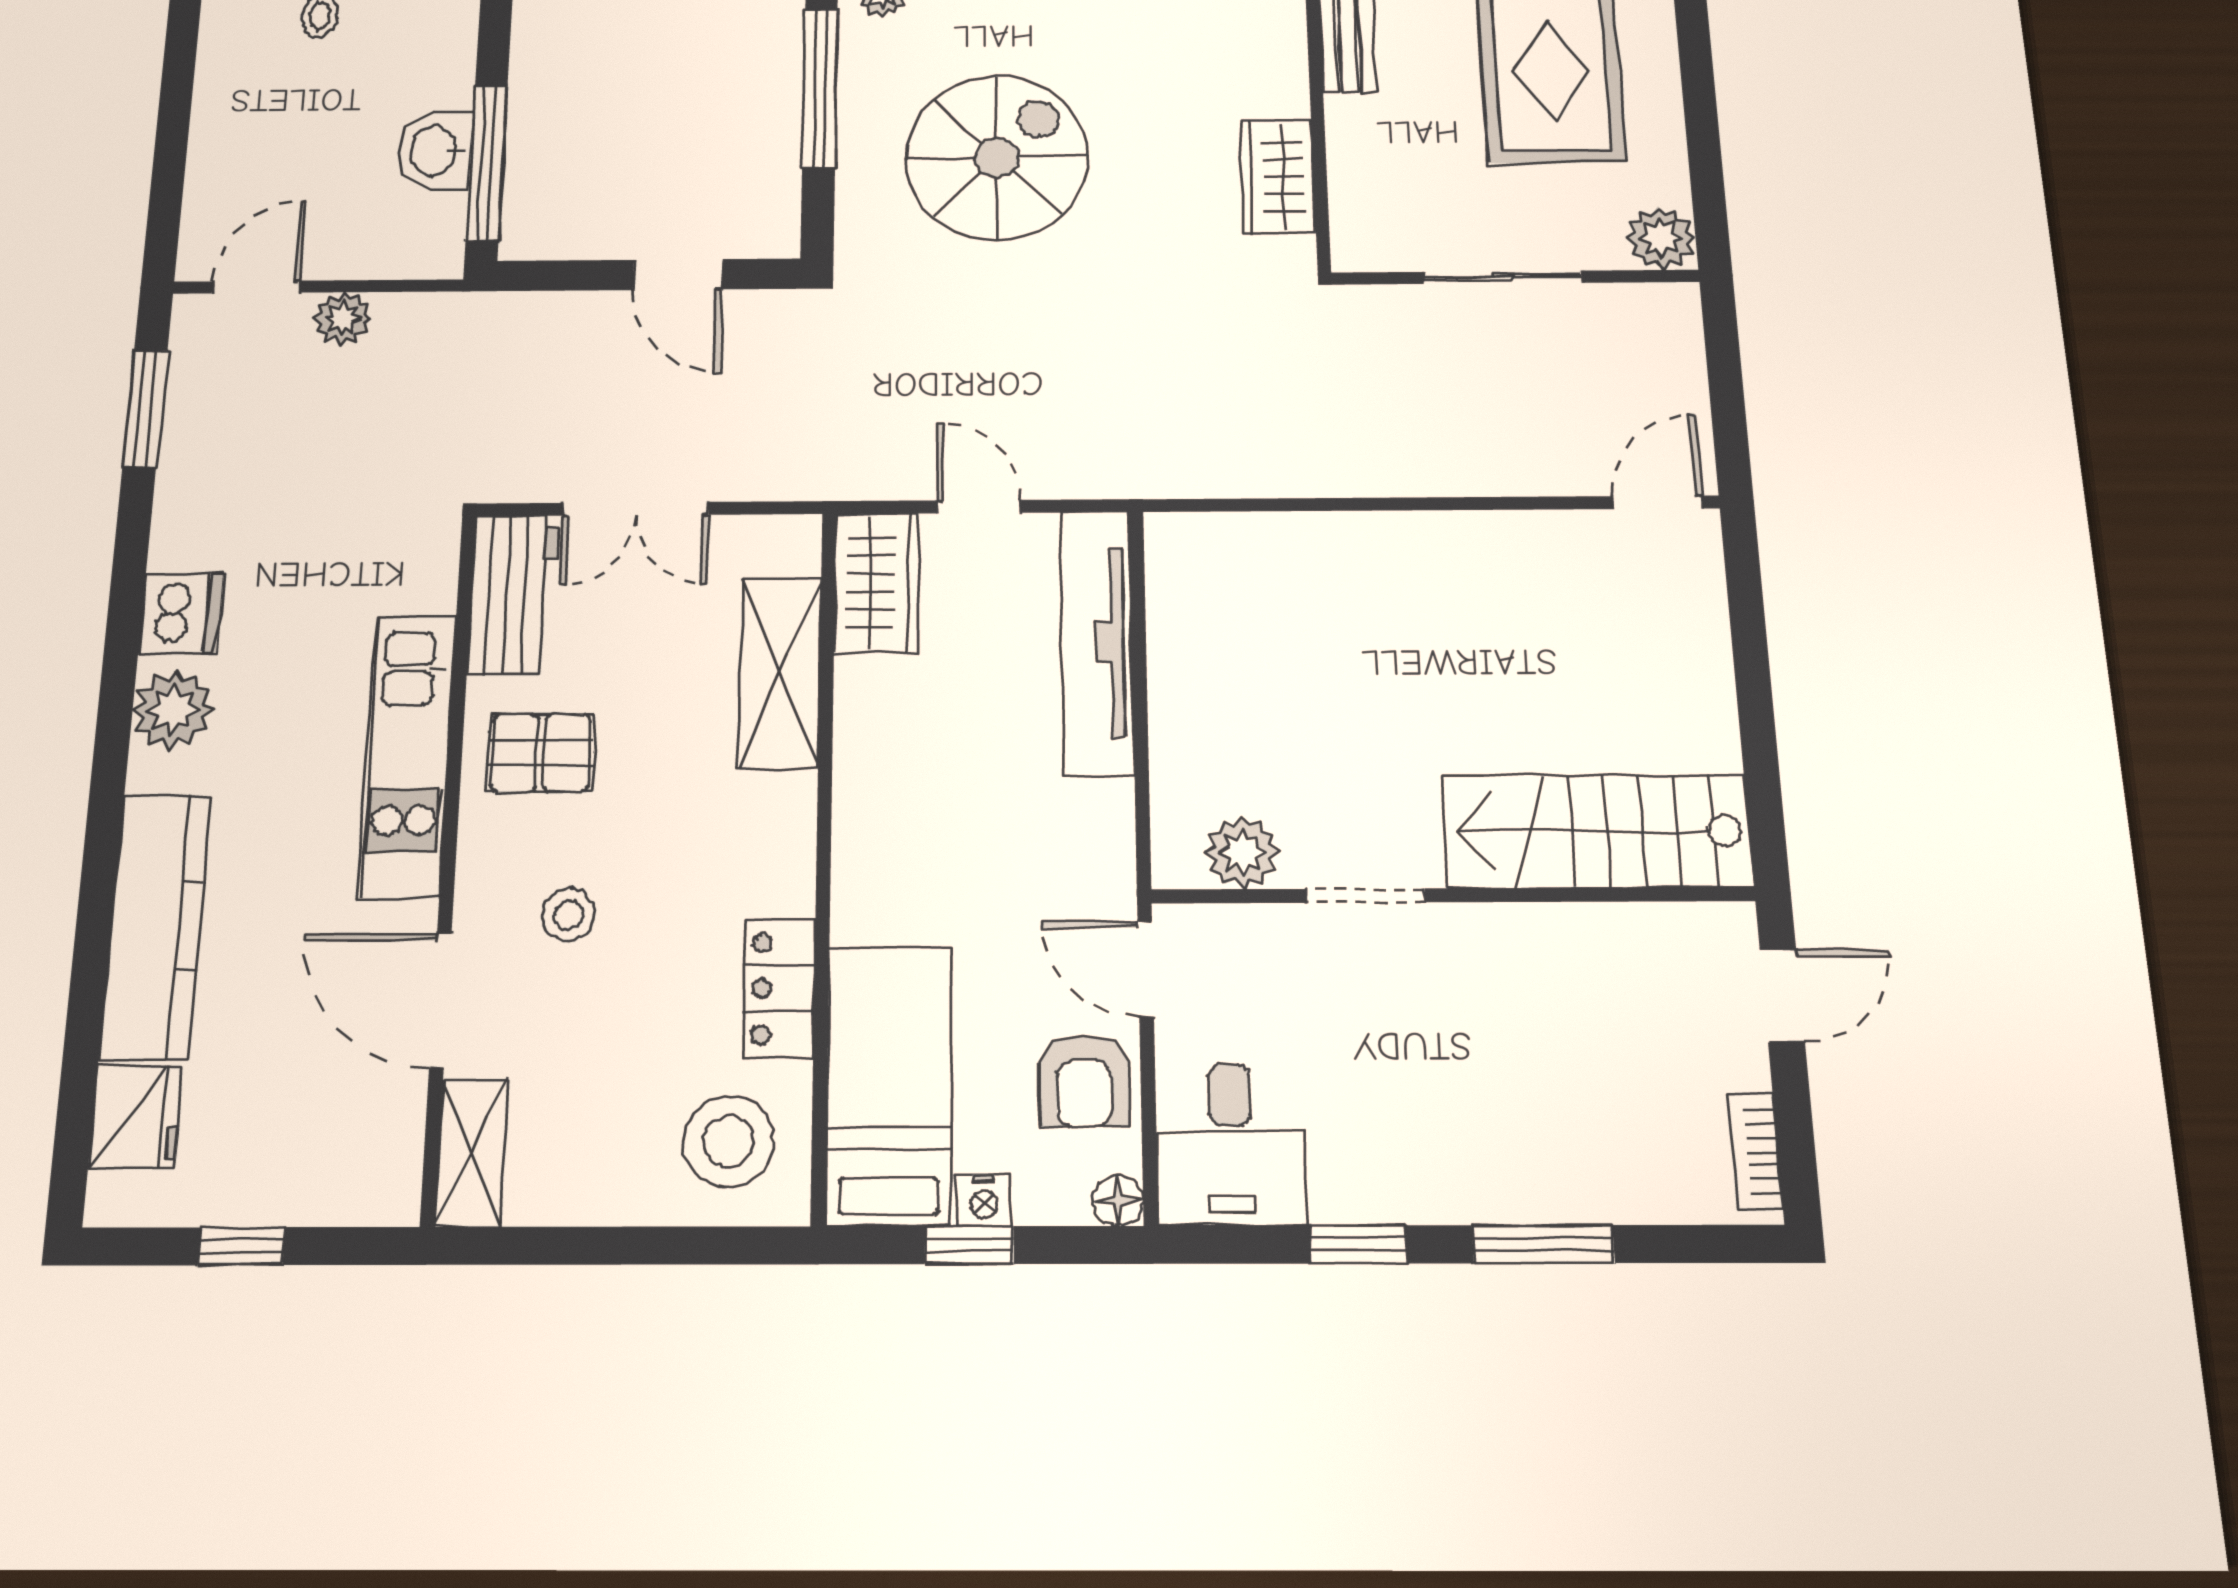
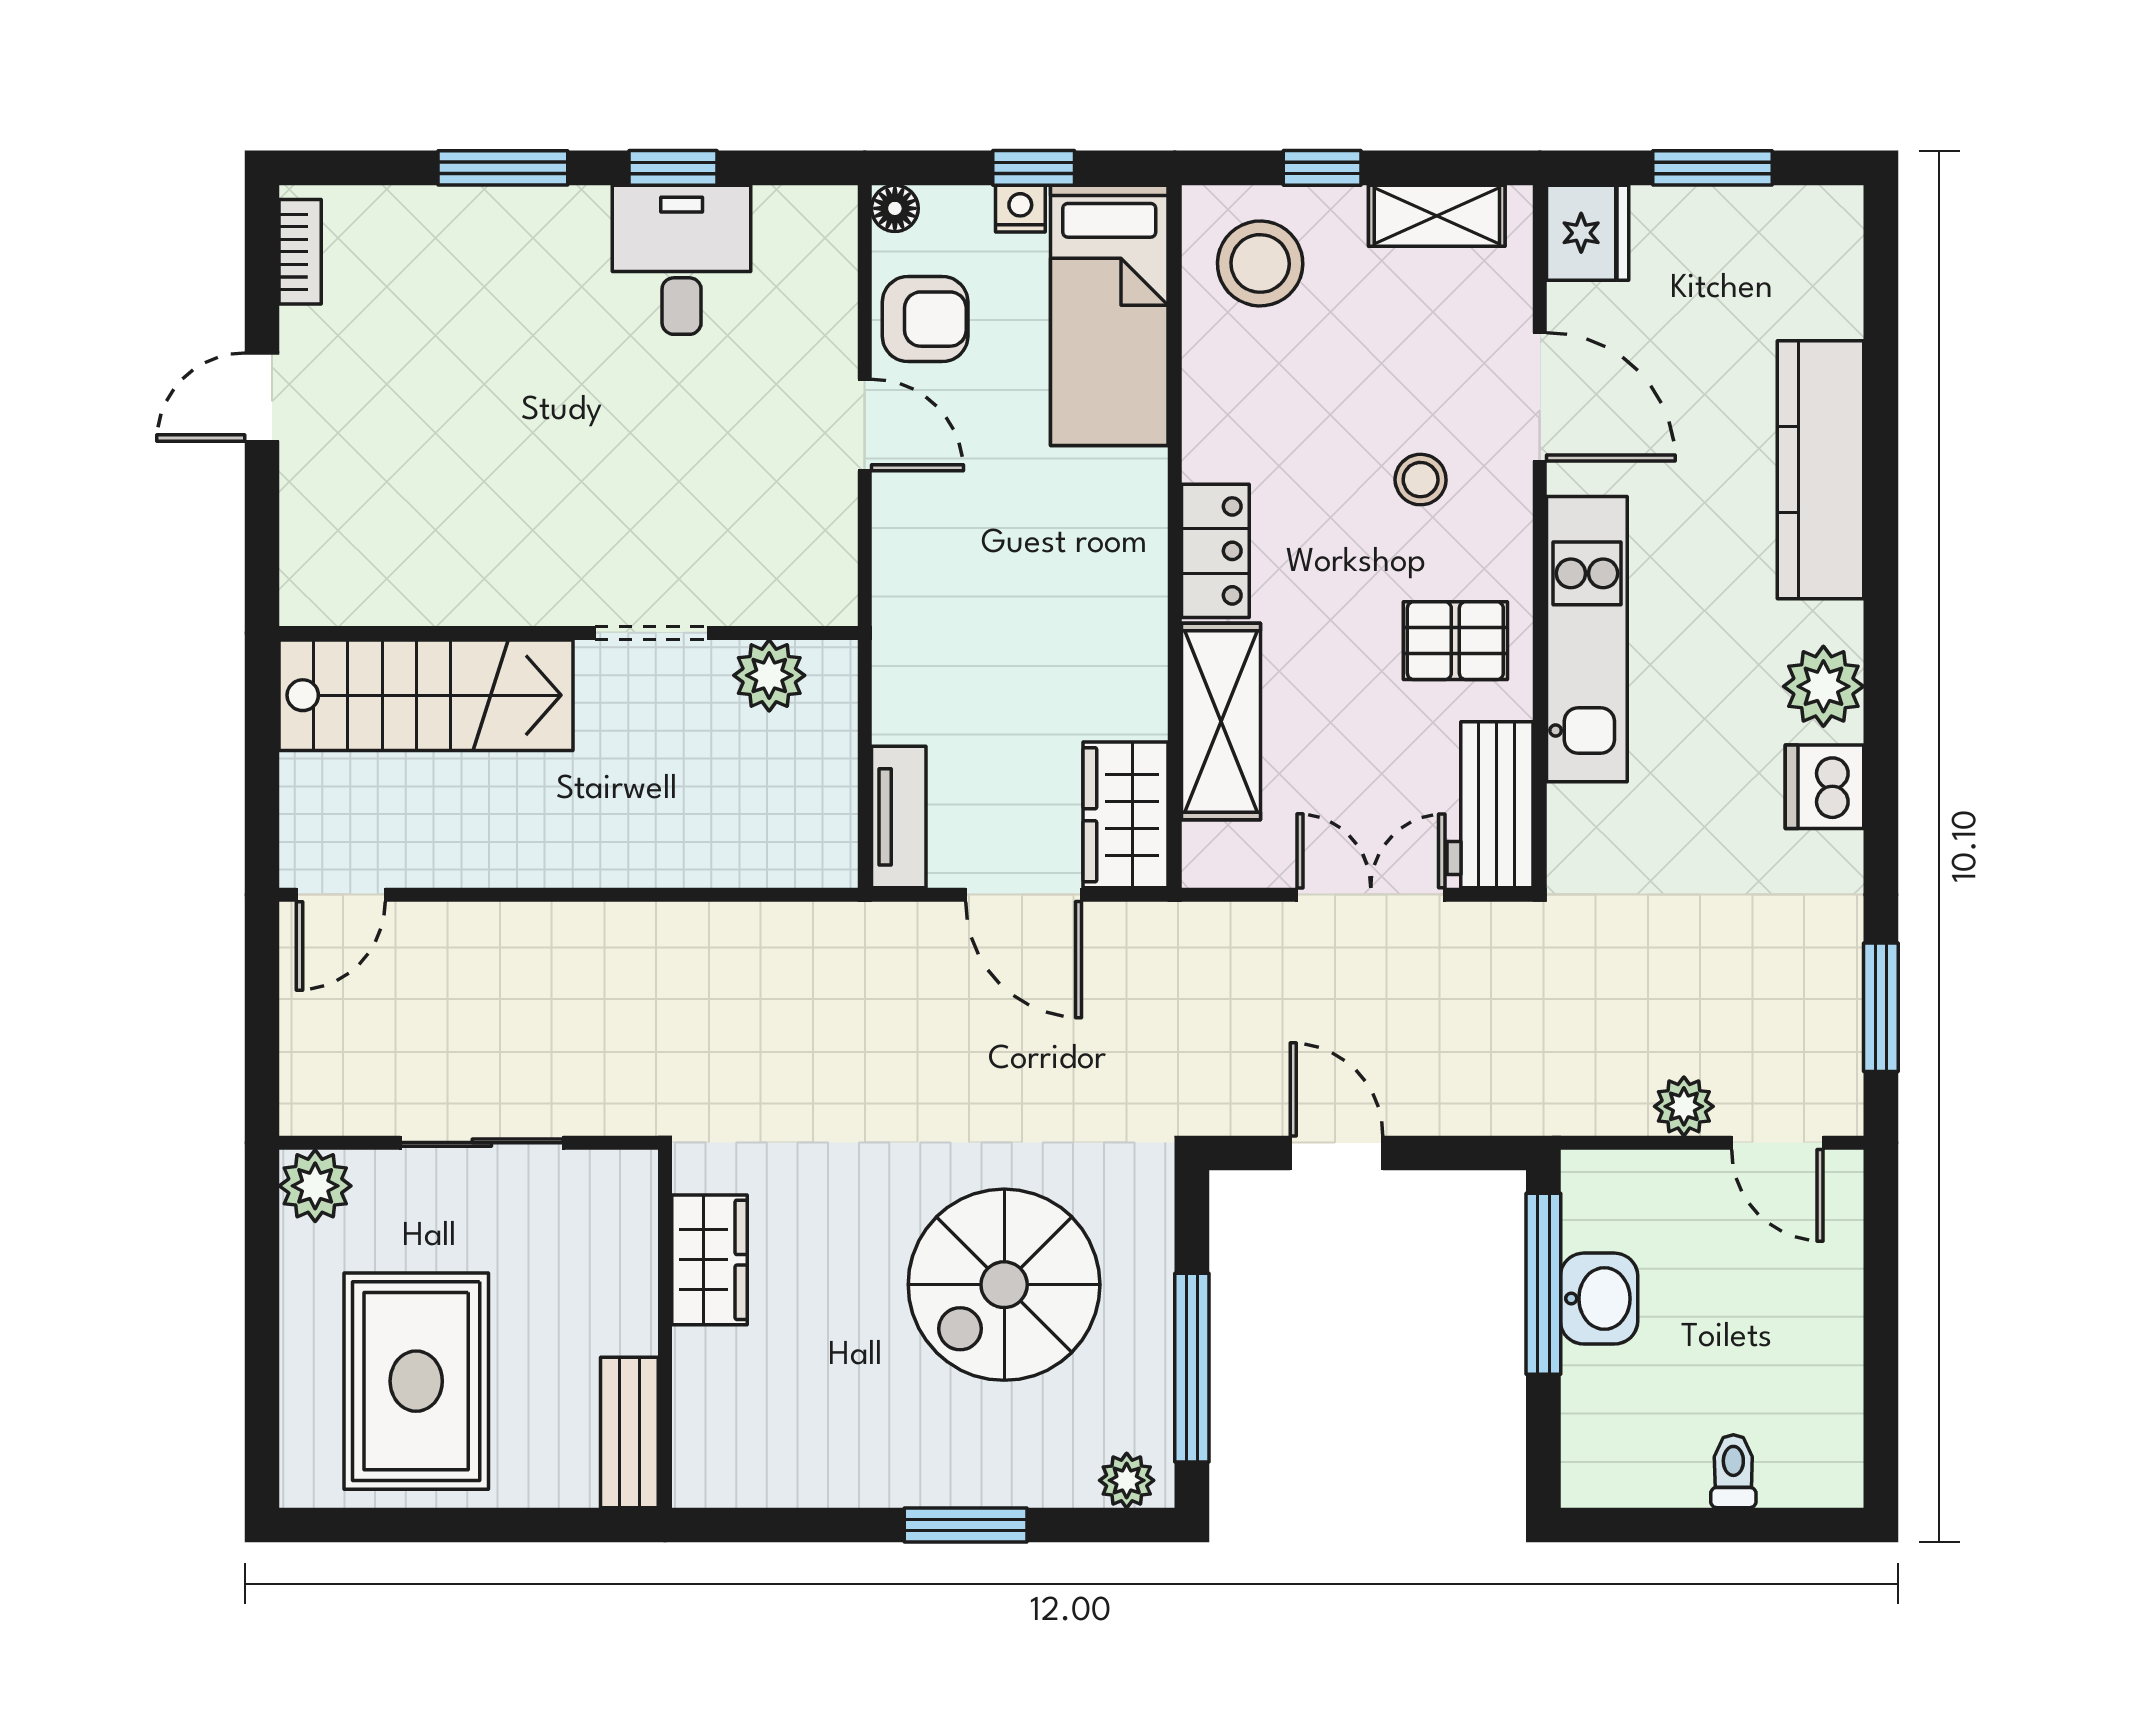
door: (256, 287) -> (1777, 1143), hinge flipped
door: (979, 507) -> (1024, 895), width x1.38
tv unit: (1097, 642) -> (899, 817), width x0.52, depth x0.78
stairs: (1597, 831) -> (426, 695), moved
plant: (1242, 853) -> (769, 675), moved
wall: (1452, 895) -> (569, 633), moved
doorway: (1366, 896) -> (652, 633), moved
locker: (779, 988) -> (1215, 551), moved
armchair: (1084, 1081) -> (925, 319), turned 90
fridge: (136, 1117) -> (1588, 233), moved, turned 180
desk: (1231, 1144) -> (682, 260), moved
shelving: (471, 1153) -> (1437, 216), moved, turned 90
window: (241, 1246) -> (1712, 168), width x1.50
window: (659, 1246) -> (1322, 168), added

